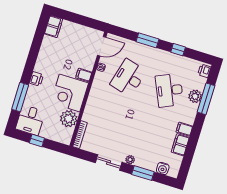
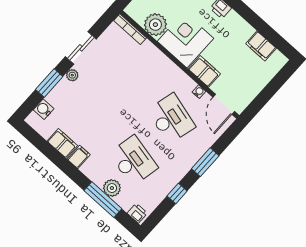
filing cabinet: (54, 26) -> (261, 46), moved
filing cabinet: (84, 75) -> (204, 71), width x2.00
desk: (169, 90) -> (133, 161), turned 36

